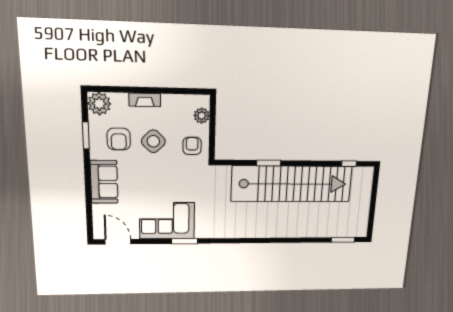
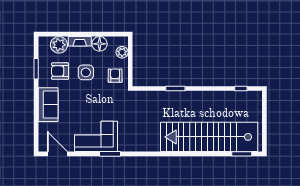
plant: (99, 104) -> (59, 45), moved
floor lamp: (172, 104) -> (100, 44), added
armchair: (119, 139) -> (60, 71), turned 90
side table: (153, 141) -> (86, 72), turned 45
stairs: (292, 184) -> (209, 137), moved, turned 180

